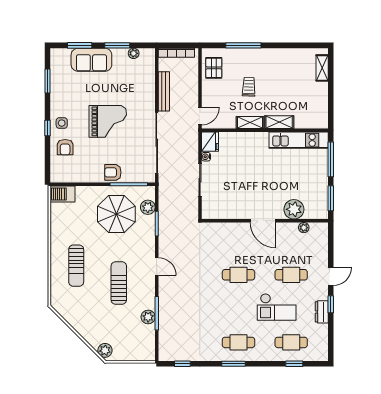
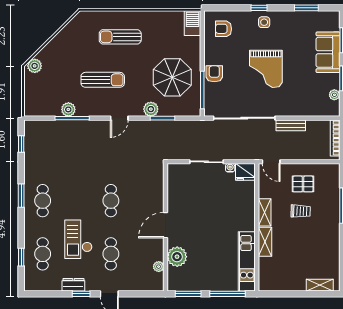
pallet: (214, 68) -> (303, 184), moved
bench: (164, 91) -> (291, 125), width x0.73
armchair: (65, 147) -> (224, 29), moved
plant: (148, 207) -> (151, 109), moved

